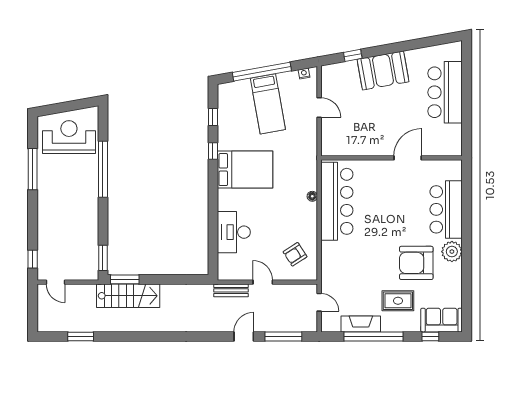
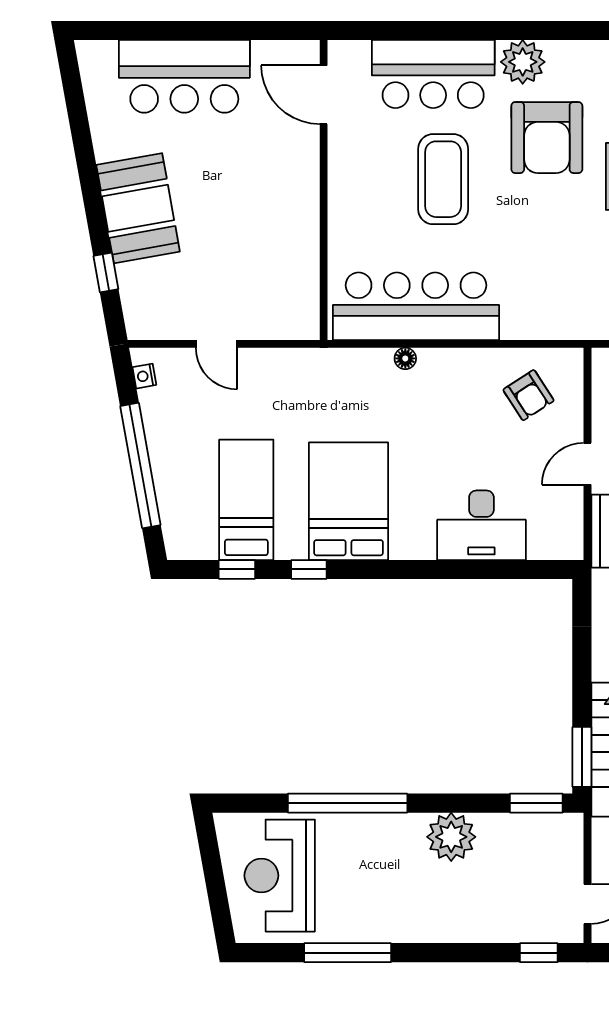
bed: (268, 104) -> (246, 500), moved, turned -80
door: (319, 107) -> (217, 344), swing flipped
door: (408, 158) -> (324, 95), moved
coffee table: (397, 214) -> (443, 179), added
plant: (87, 218) -> (451, 837), added

